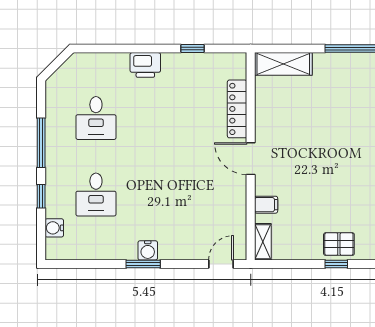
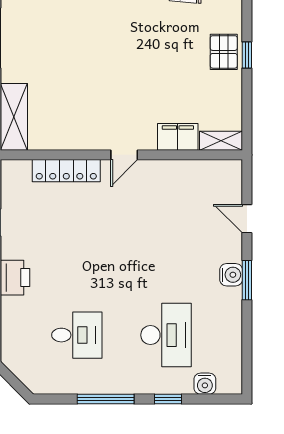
door: (251, 159) -> (124, 155), width x0.73
desk: (96, 195) -> (166, 335), width x1.37
filing cabinet: (266, 205) -> (178, 137), width x2.00
door: (221, 264) -> (247, 219), moved

